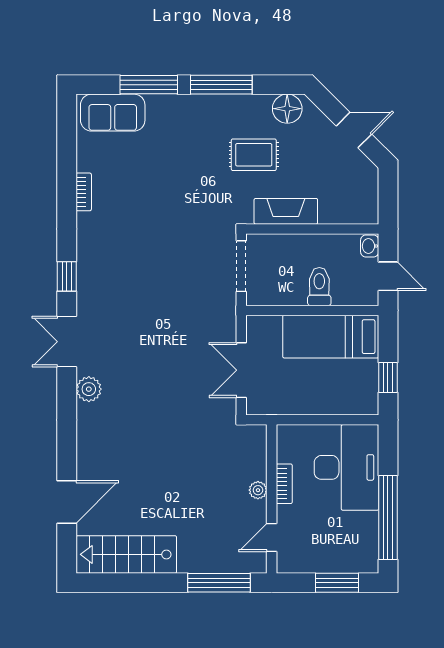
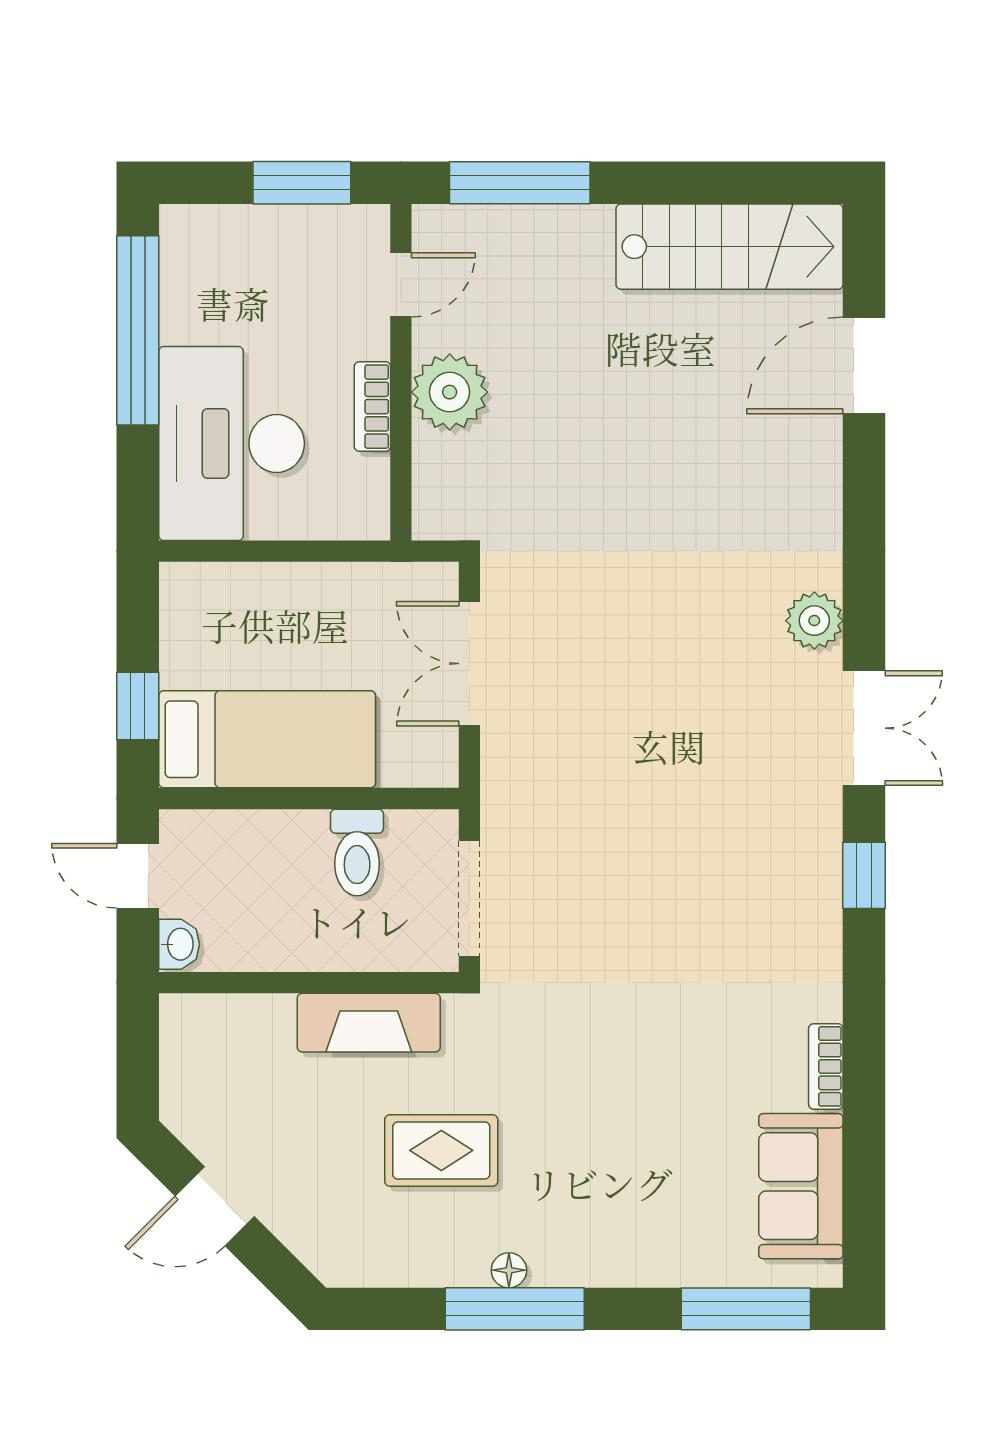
window: (149, 85) -> (746, 1309), moved
floor lamp: (287, 109) -> (509, 1270), moved, width x0.53, depth x0.53
sofa: (113, 113) -> (801, 1186), moved, turned -90
toilet: (319, 287) -> (357, 852), moved
double door: (241, 370) -> (469, 664), swing flipped
window: (388, 378) -> (138, 706), moved
plant: (258, 490) -> (450, 392), width x1.88, depth x1.88
window: (337, 583) -> (302, 183), moved

